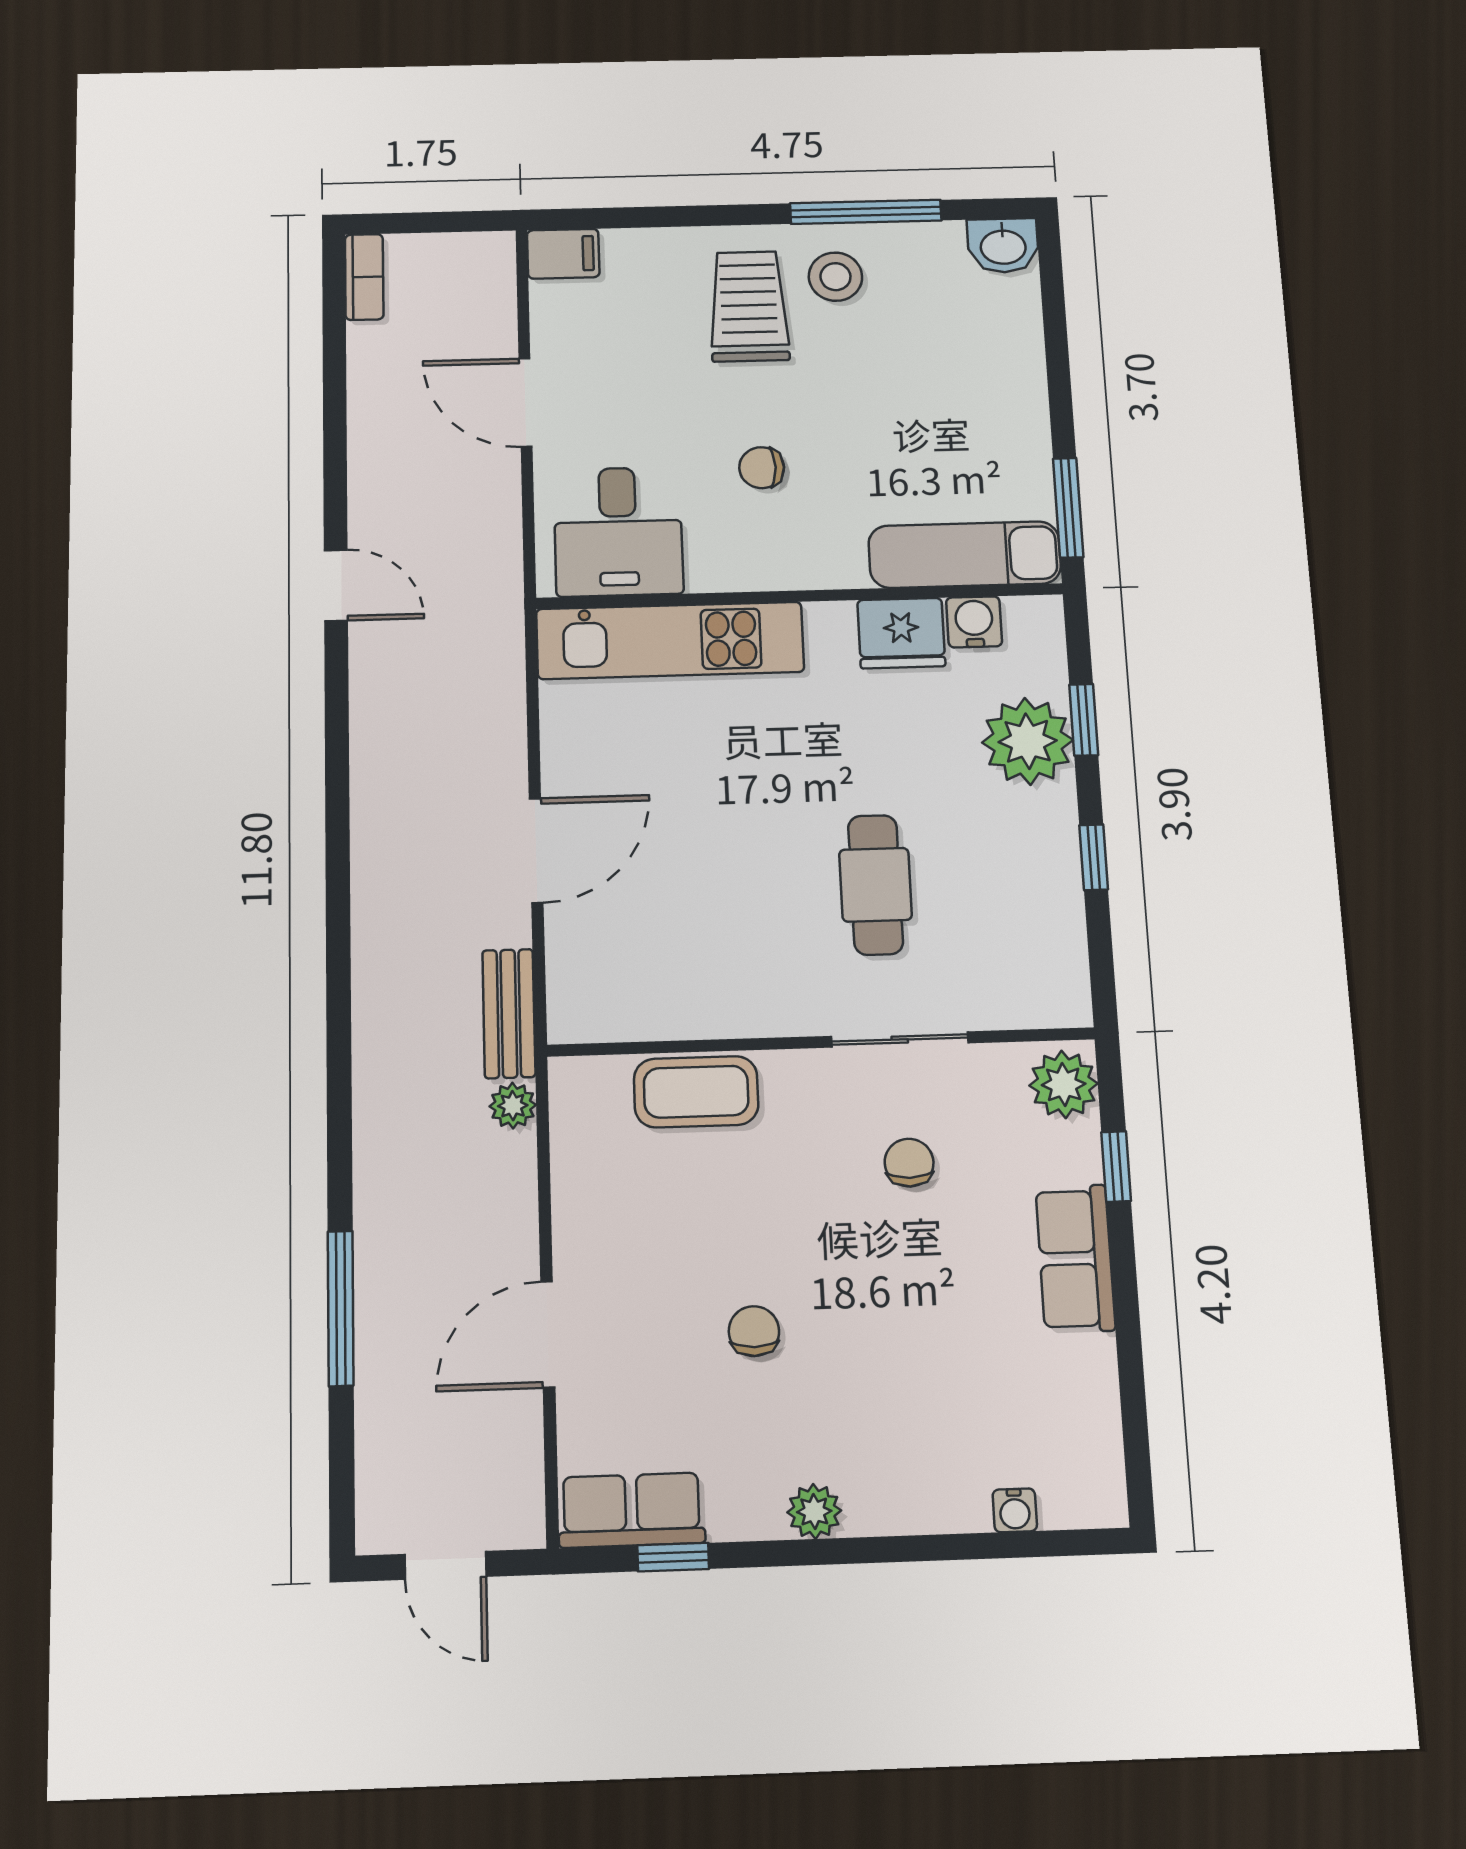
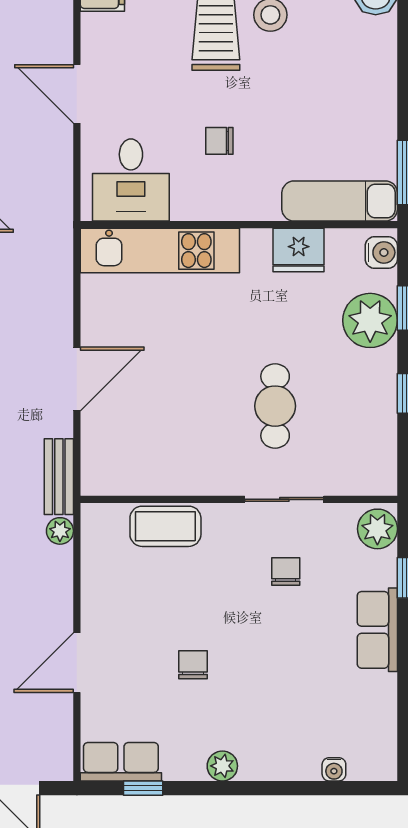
water cooler: (974, 622) -> (381, 252), moved, turned 90

